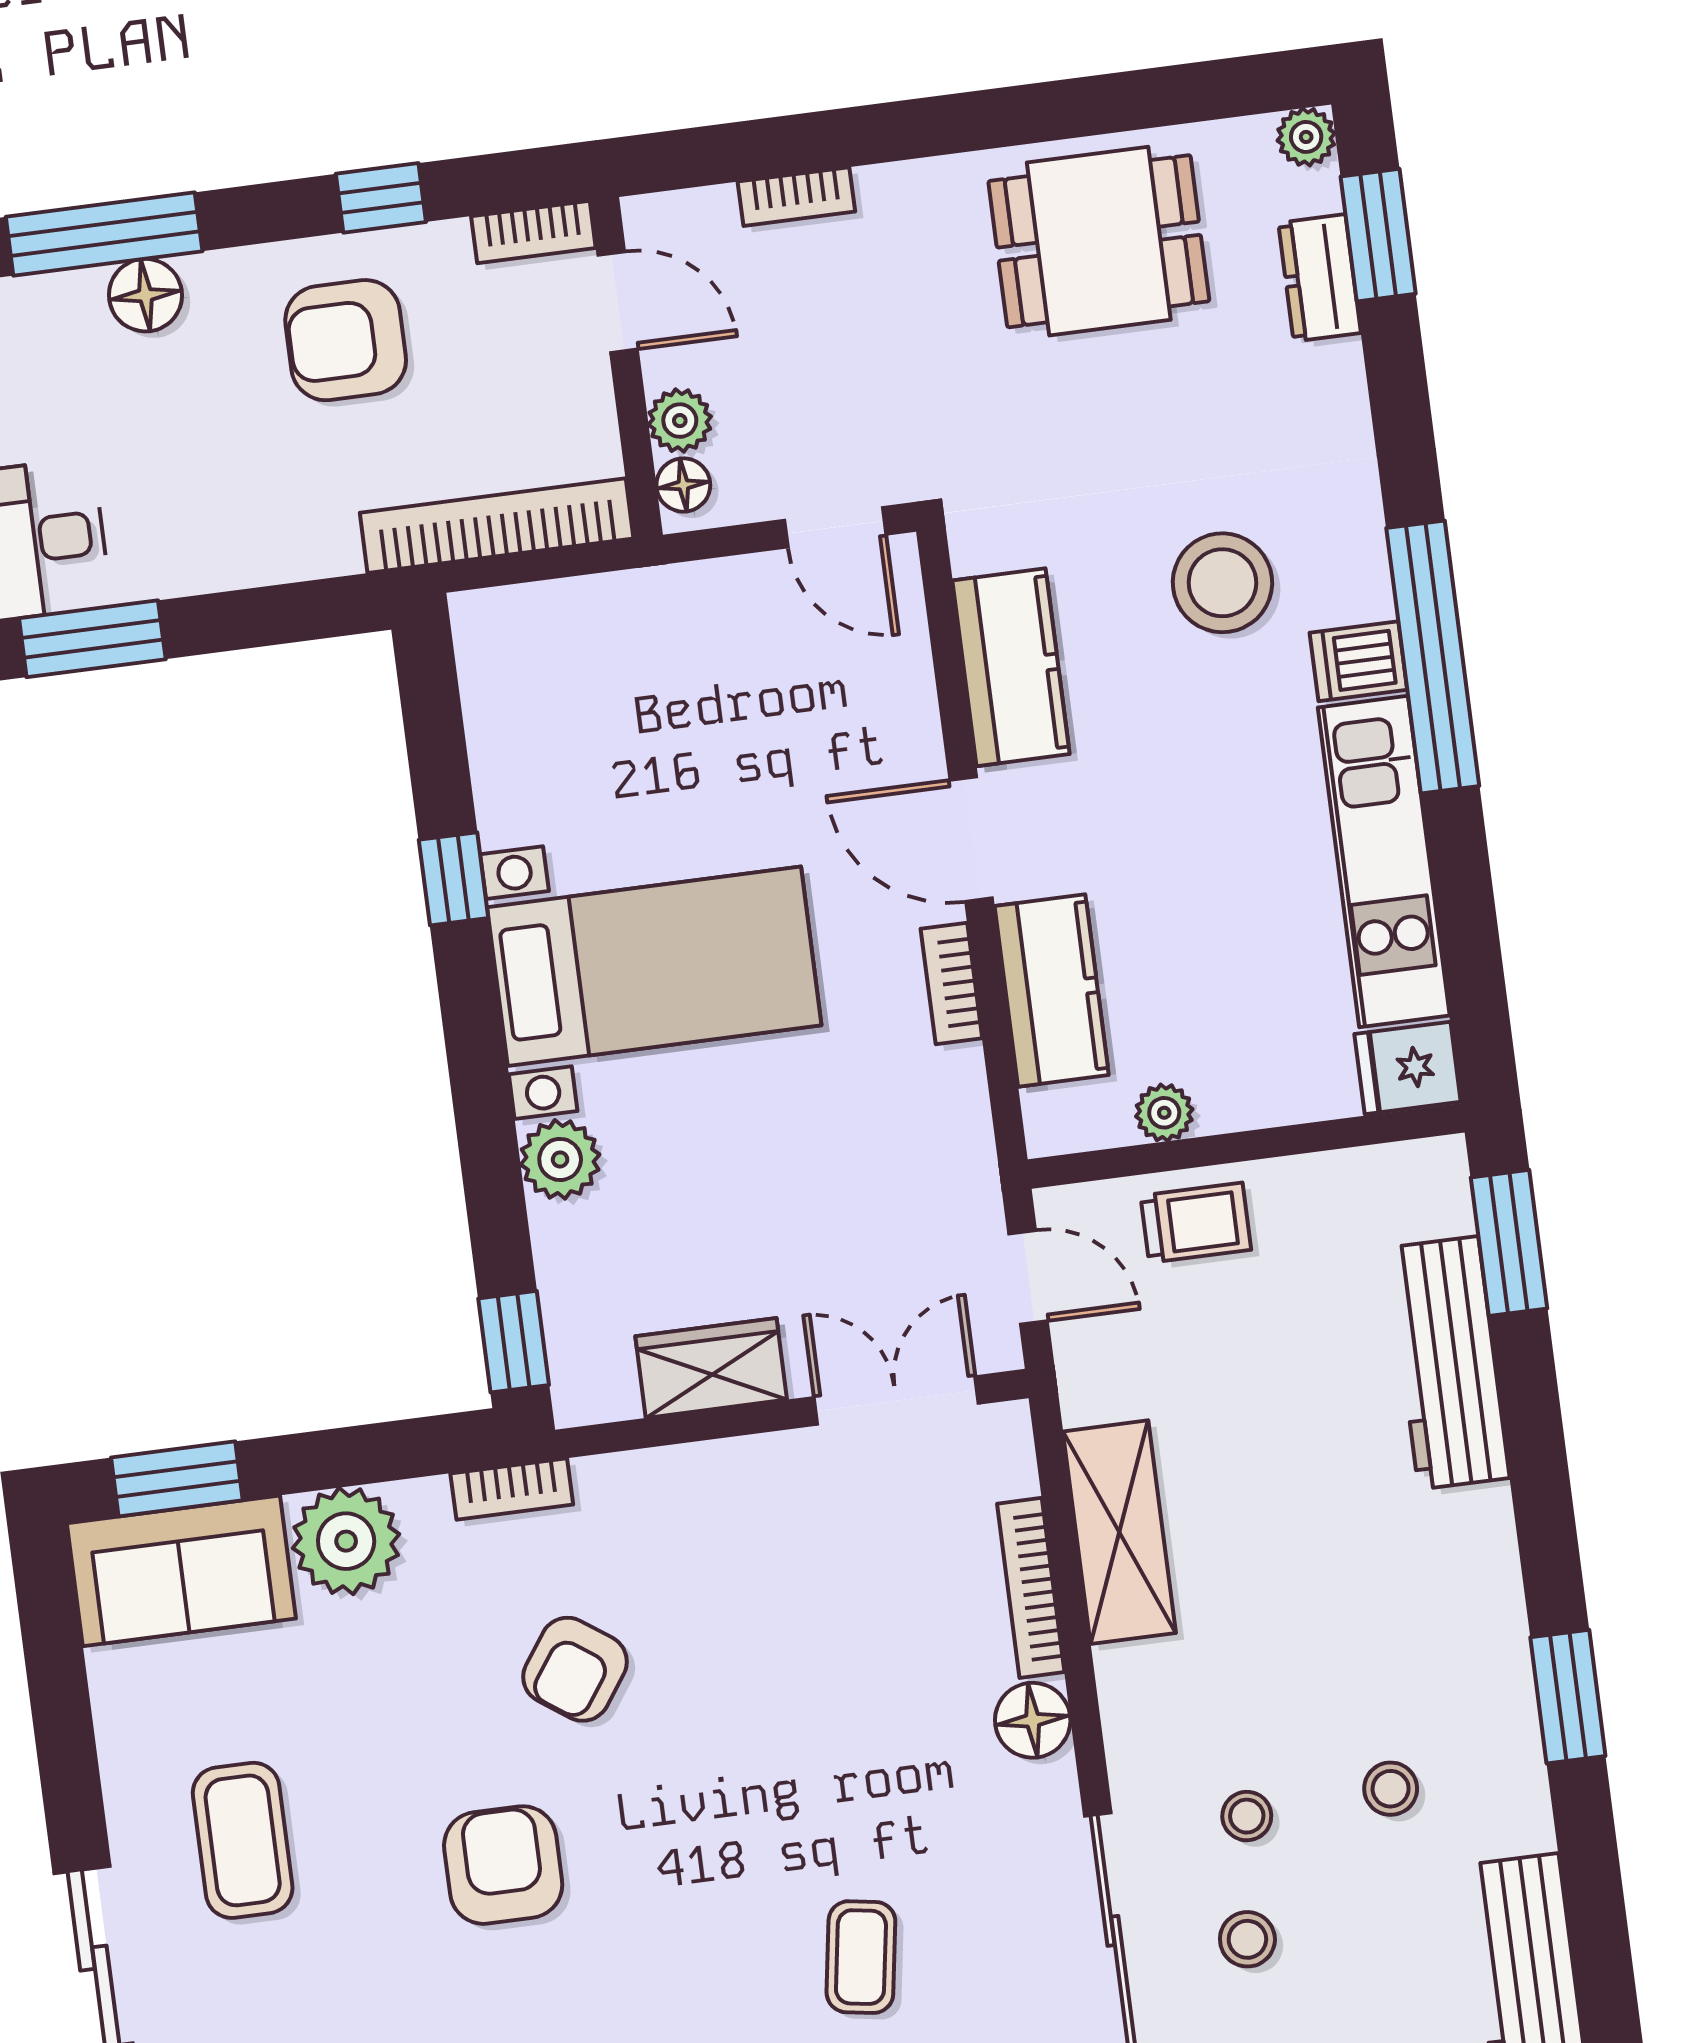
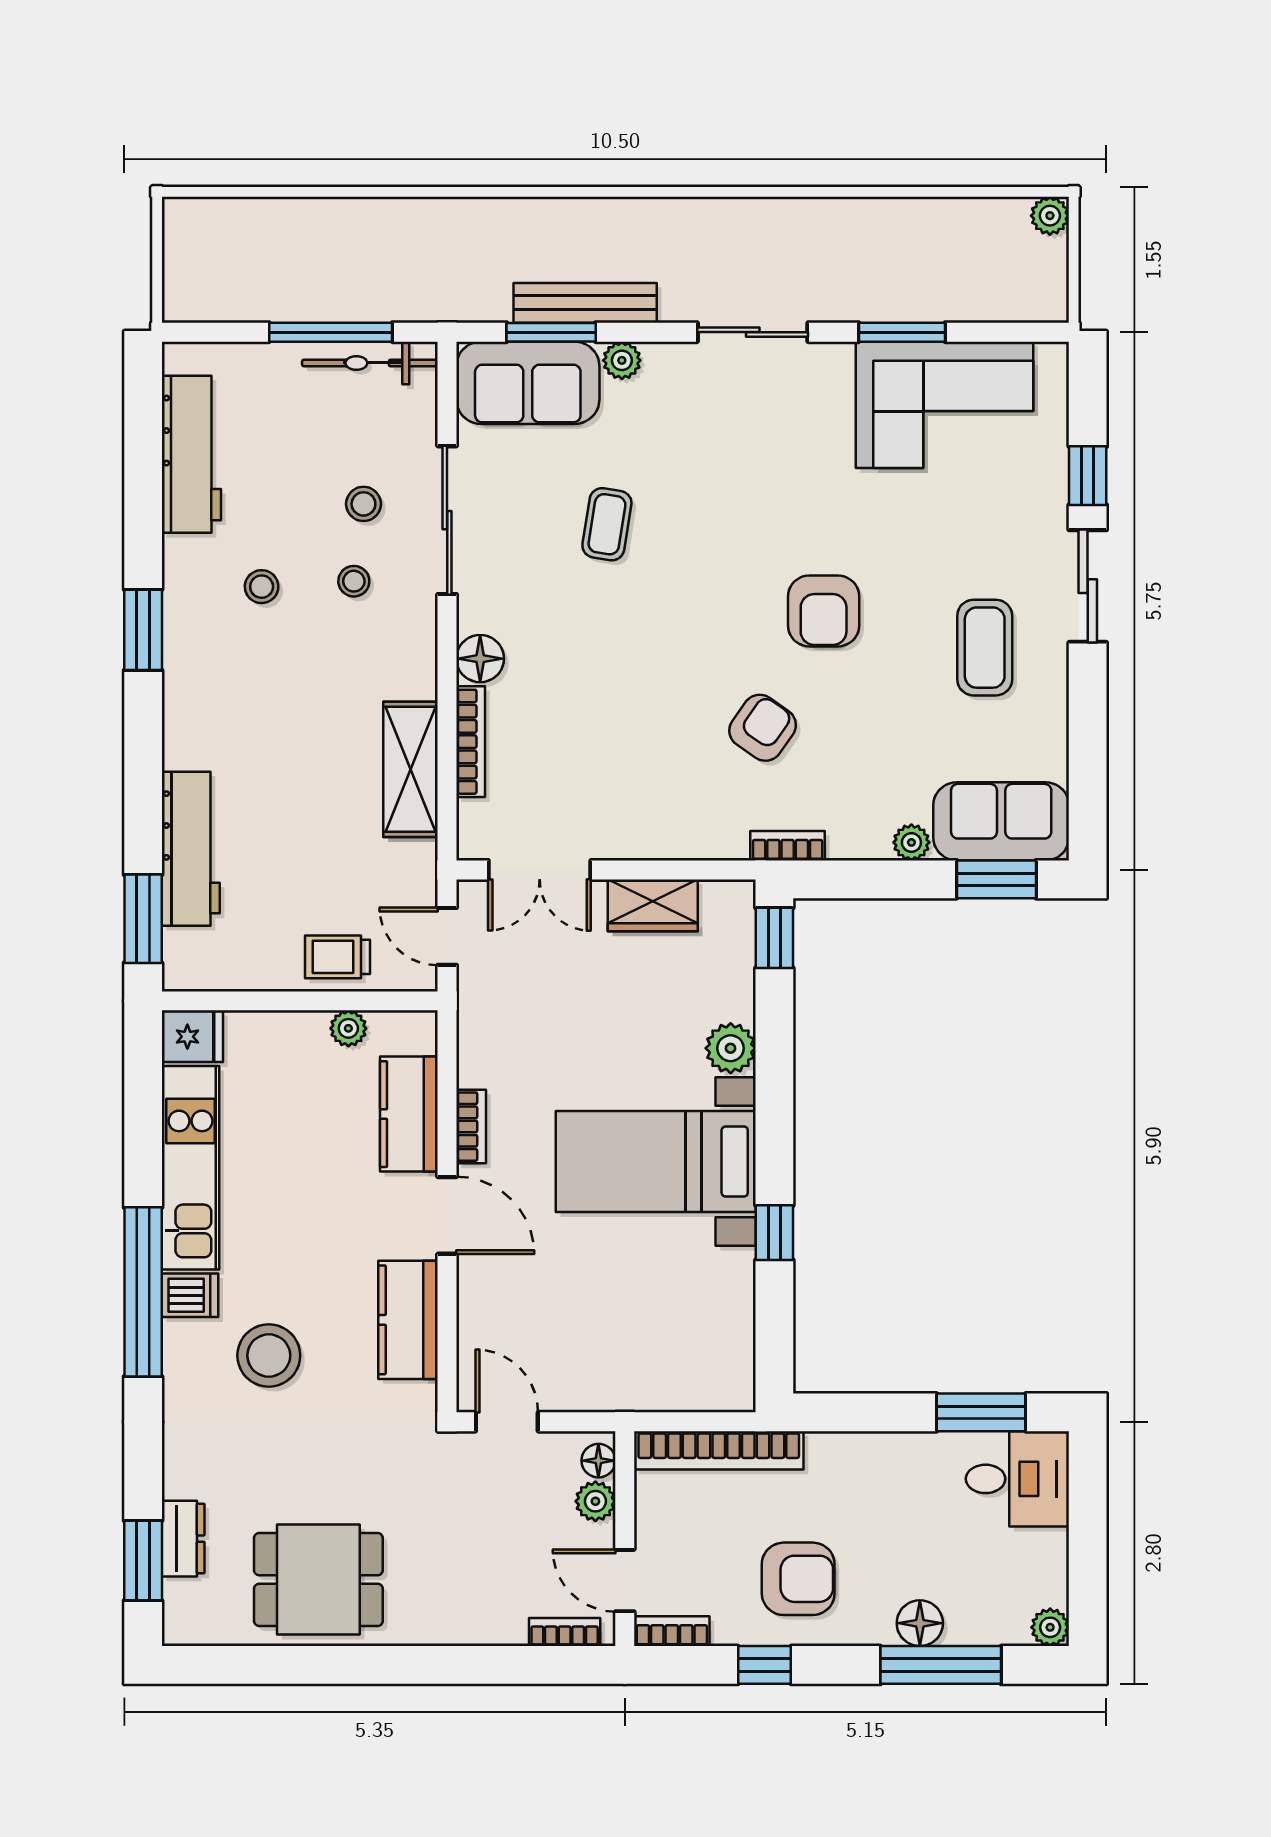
plant: (1306, 137) -> (180, 1628), removed
bookcase: (796, 197) -> (565, 1632), moved
plant: (346, 1541) -> (911, 842), width x0.53, depth x0.53

